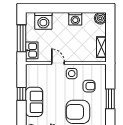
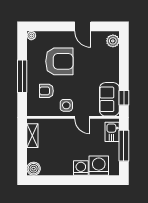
washing machine: (75, 19) -> (81, 168), moved
window: (21, 94) -> (124, 98), moved
window: (110, 99) -> (22, 76), width x1.44
sofa: (34, 102) -> (109, 99), moved

